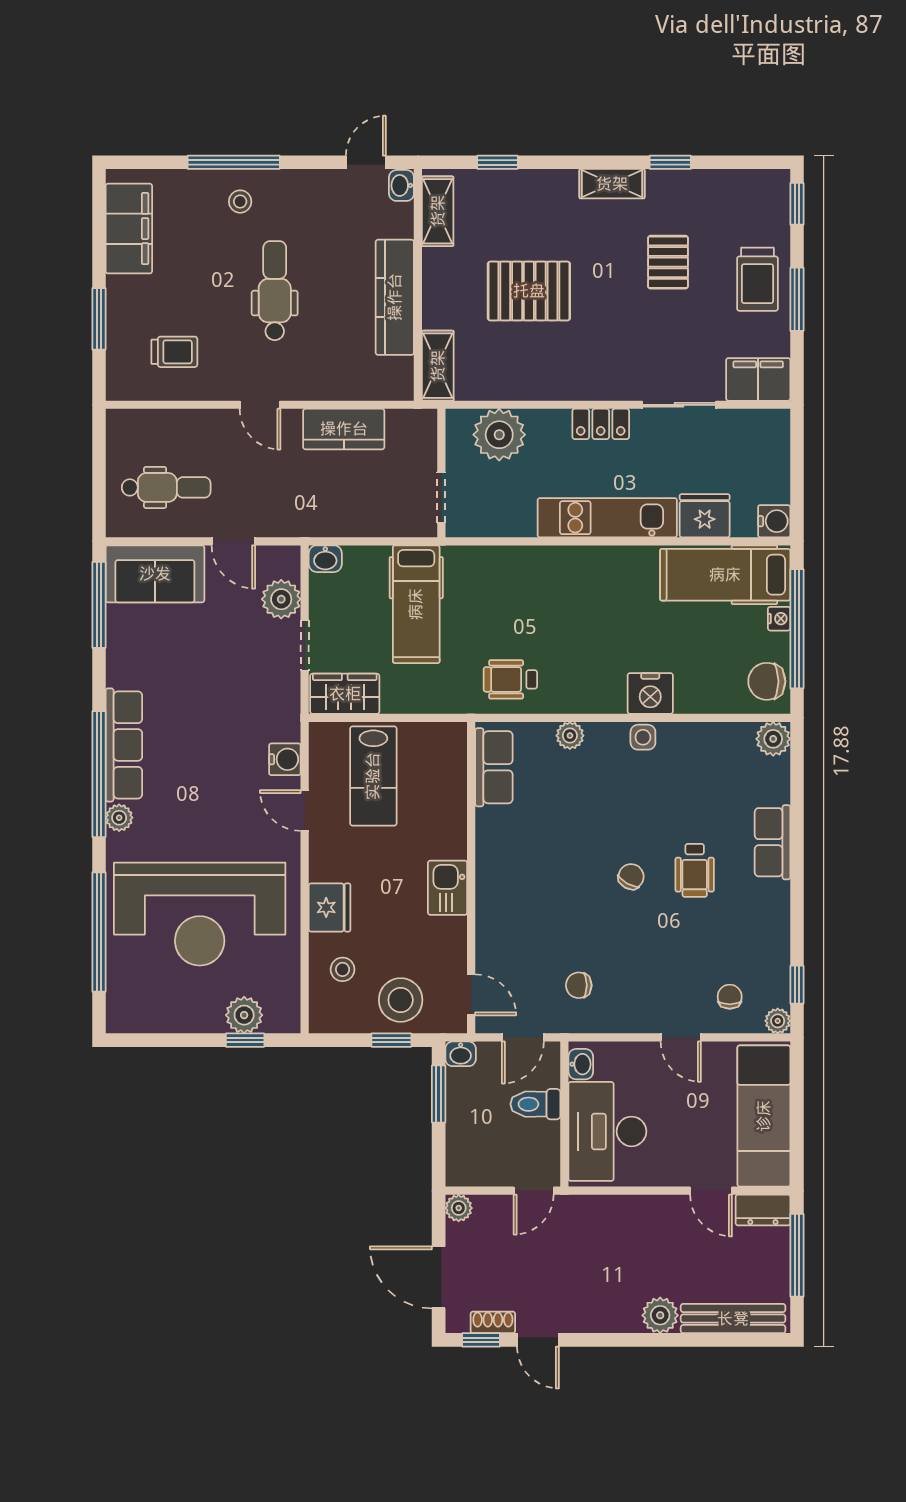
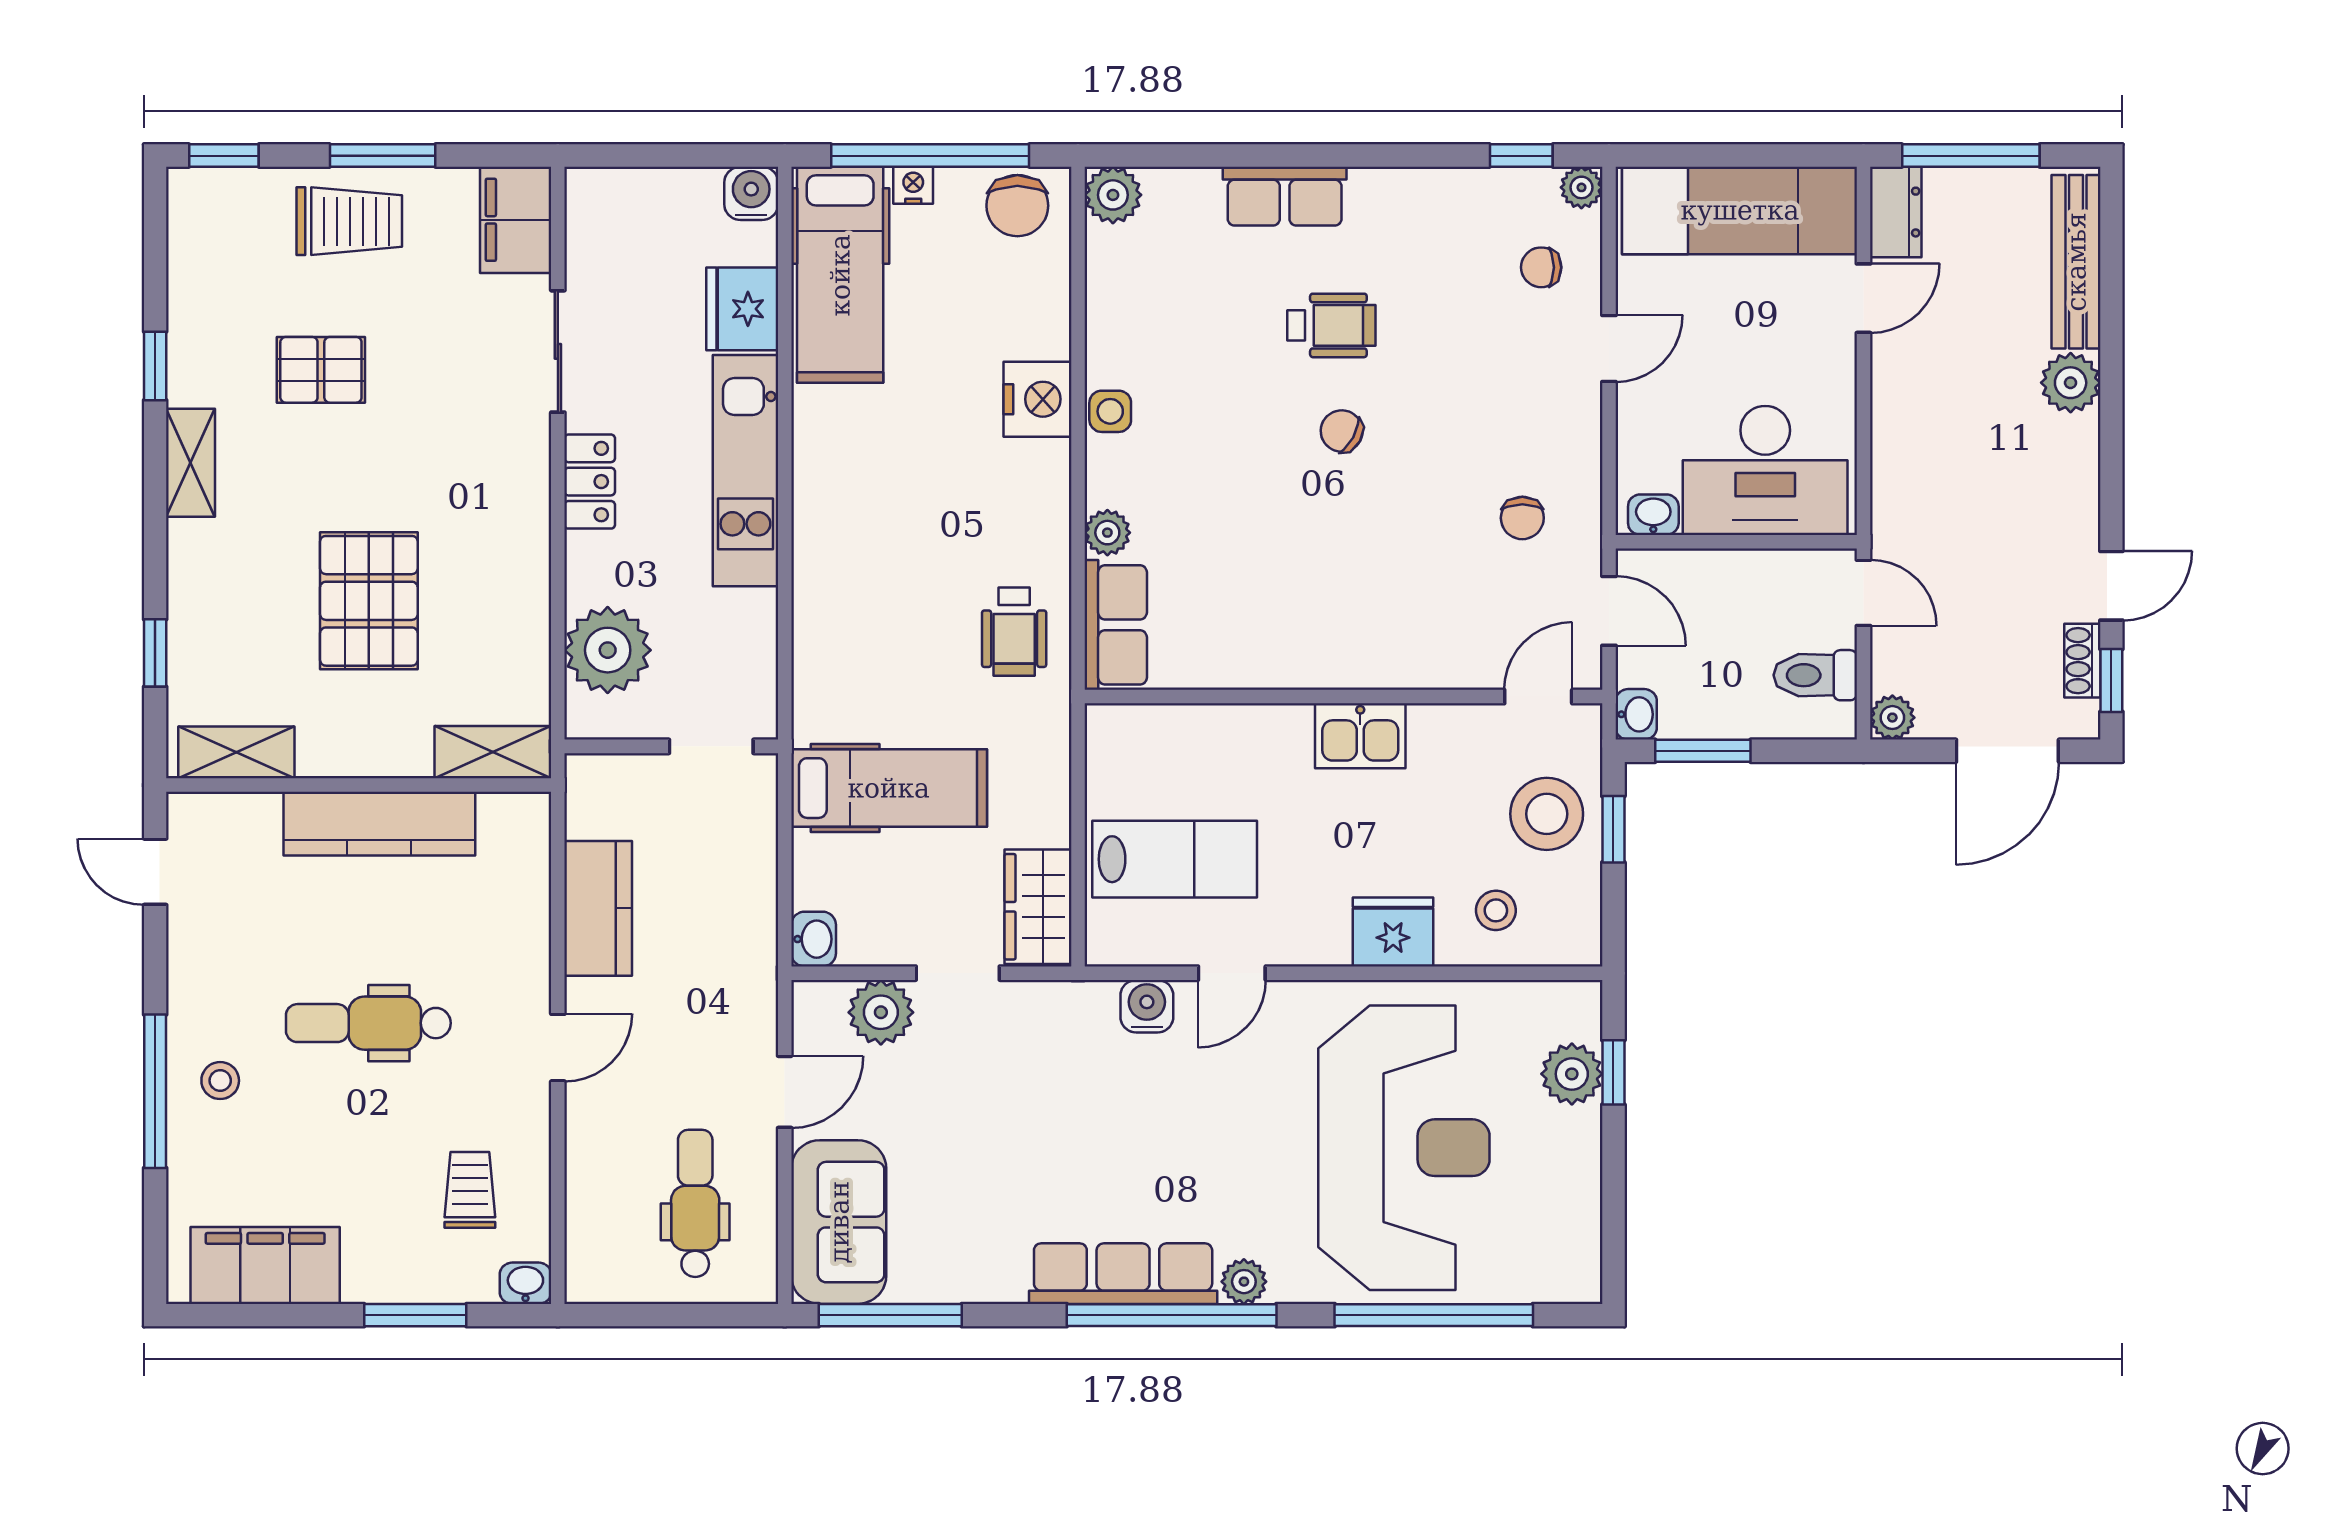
washbasin: (401, 185) -> (525, 1283), moved, turned 180
row of seats: (494, 767) -> (1116, 625), moved, turned 90
toilet: (535, 1104) -> (1815, 675), moved, turned 90

